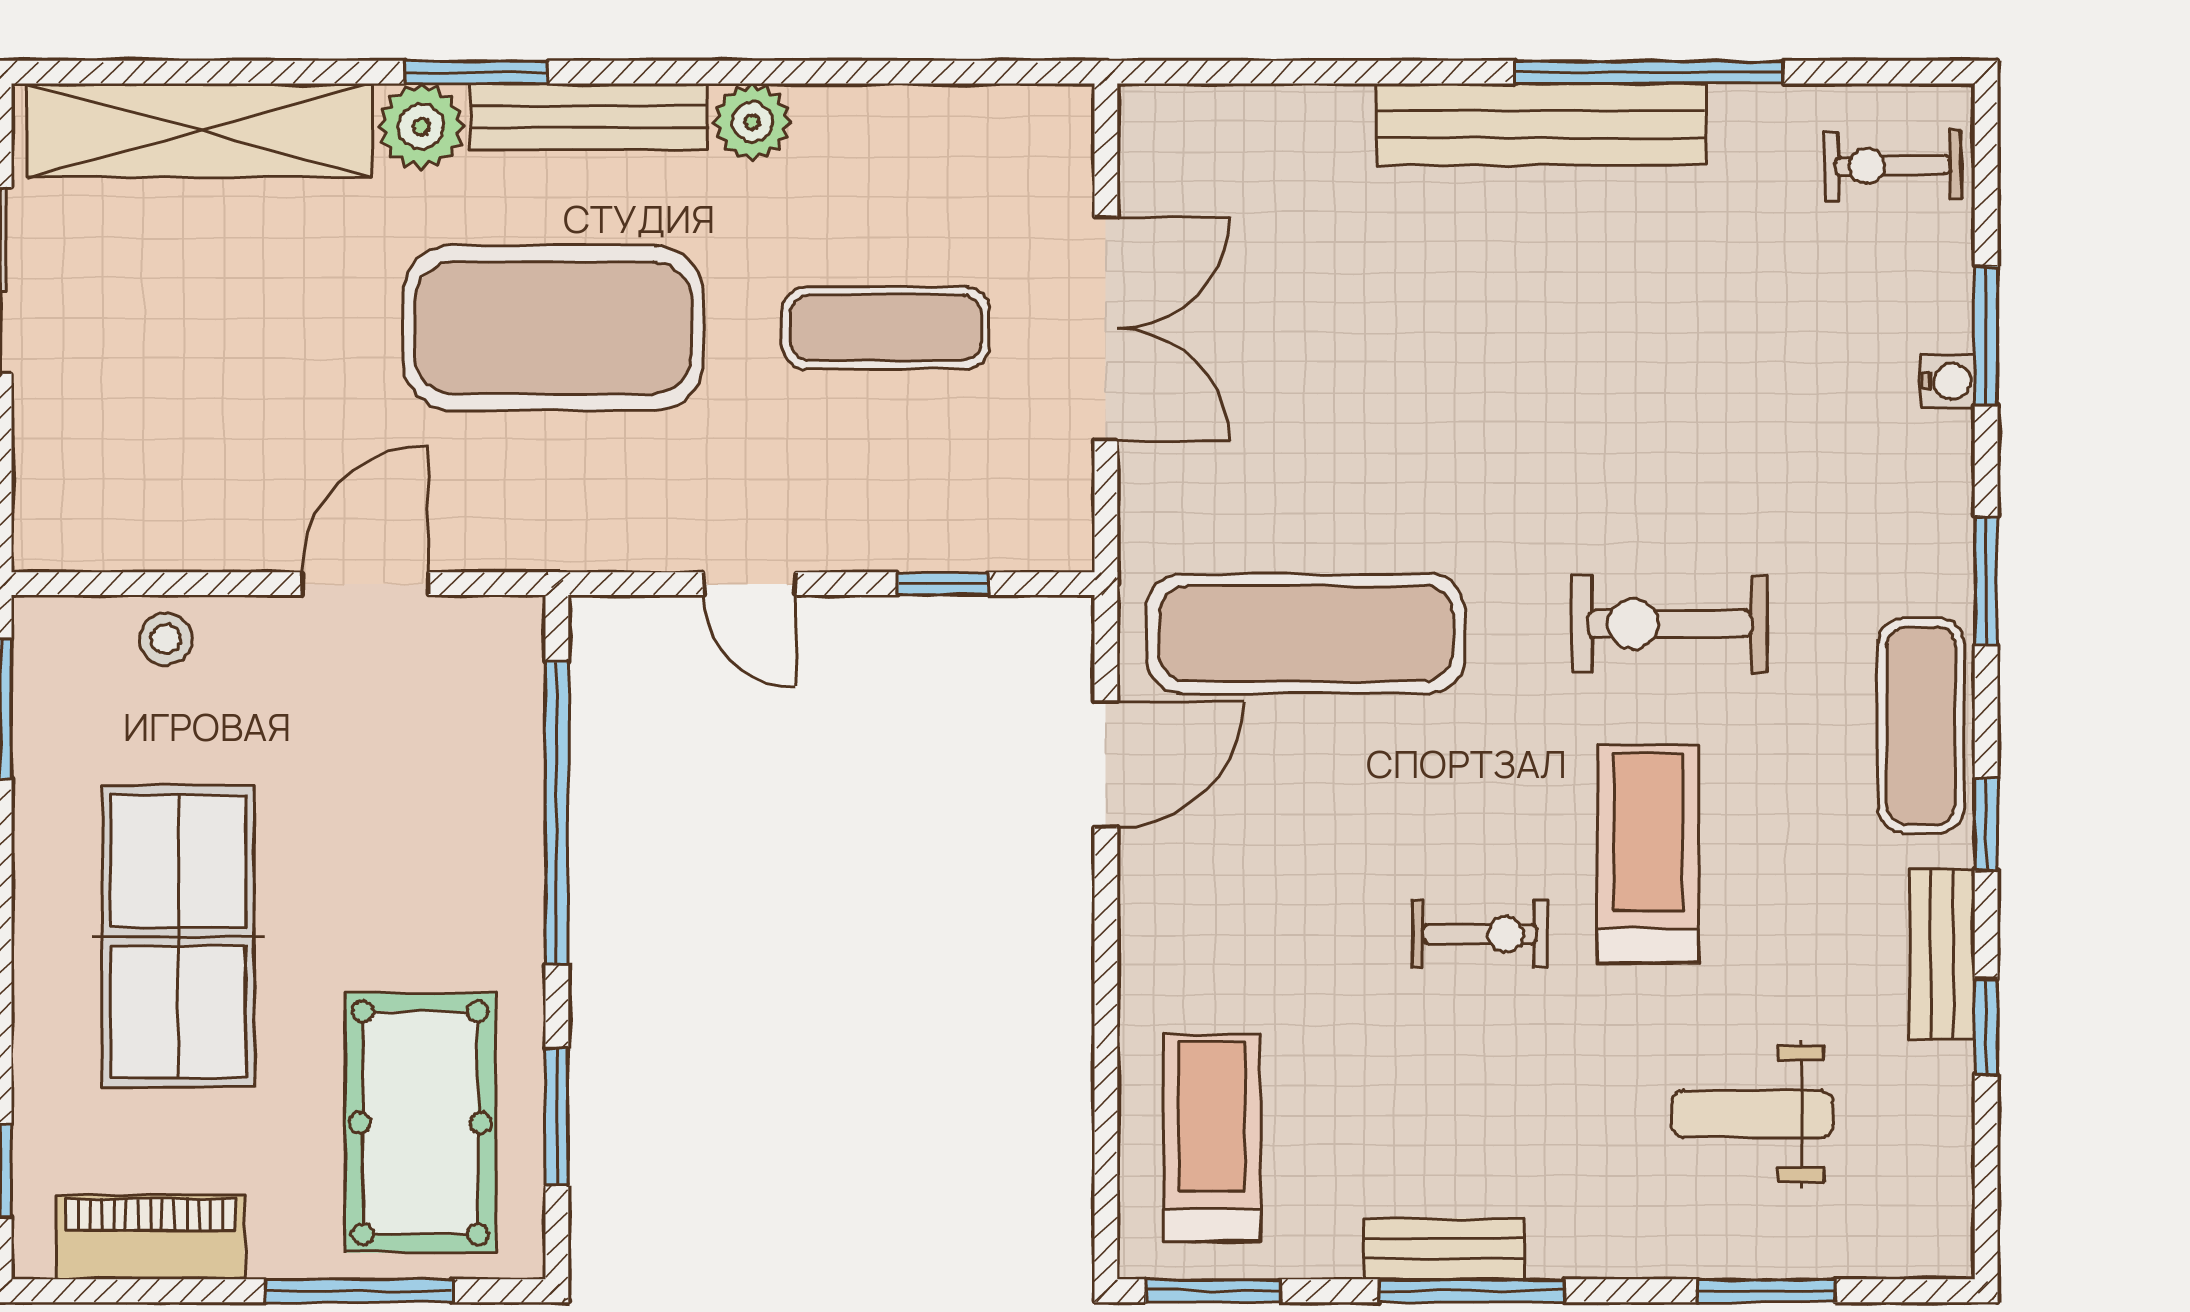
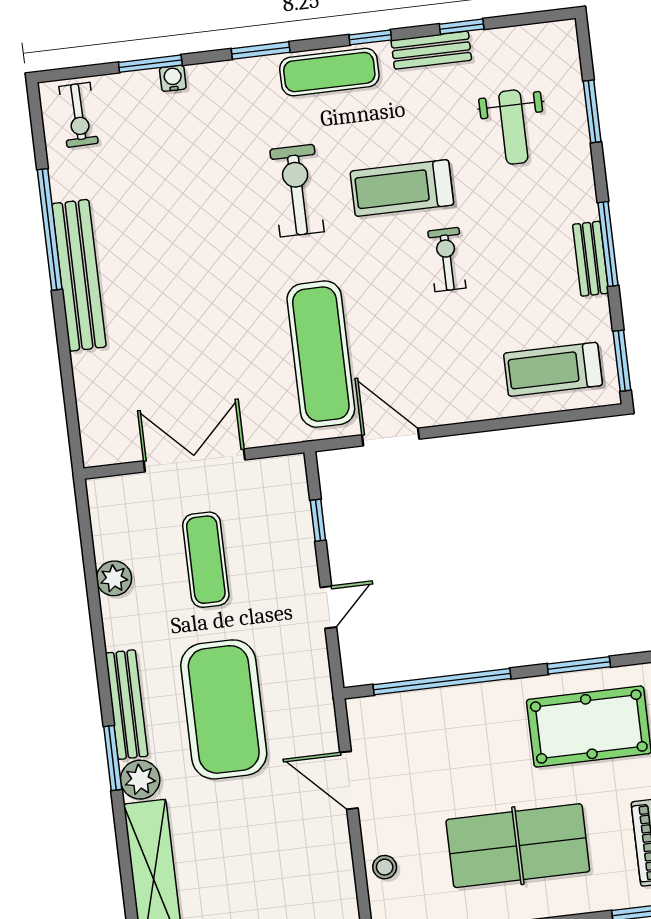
plant: (752, 122) -> (114, 578), moved
exercise bike: (1670, 624) -> (297, 191), turned 180

